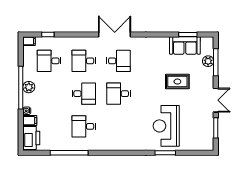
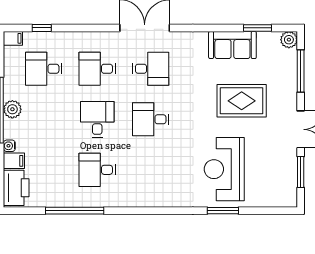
sofa: (185, 45) -> (232, 45), moved
plant: (208, 61) -> (289, 40), moved
rug: (177, 82) -> (242, 101), width x1.36, depth x1.43
desk: (84, 94) -> (97, 119), turned -90

